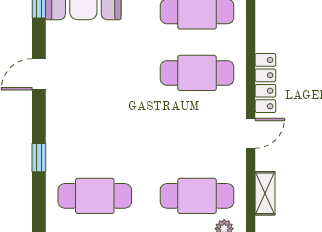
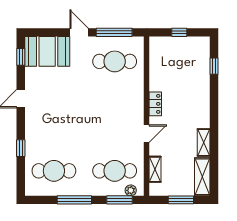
cafe table: (197, 73) -> (115, 98), removed
locker: (265, 83) -> (155, 104), width x0.66

